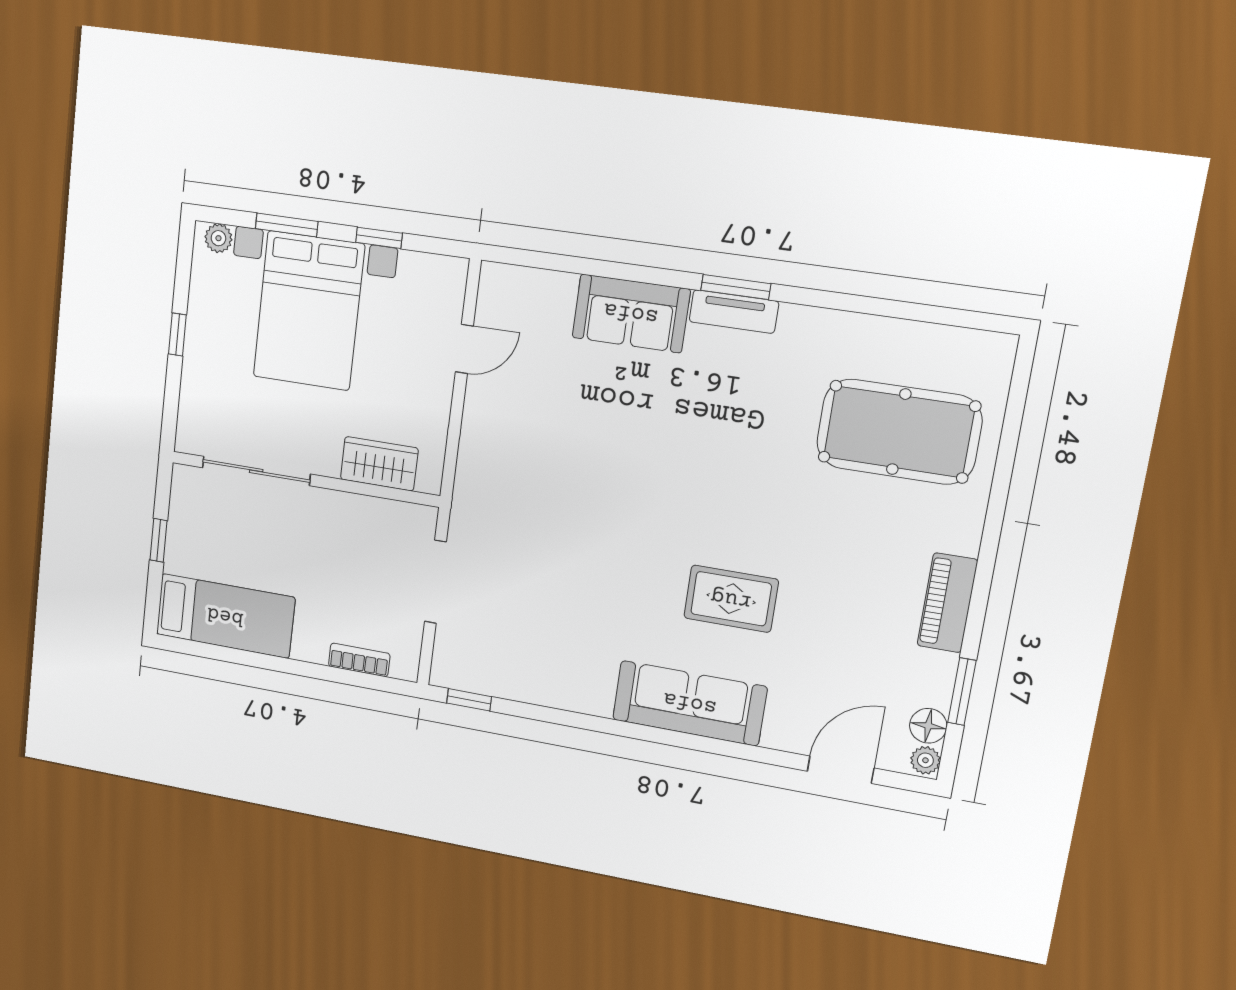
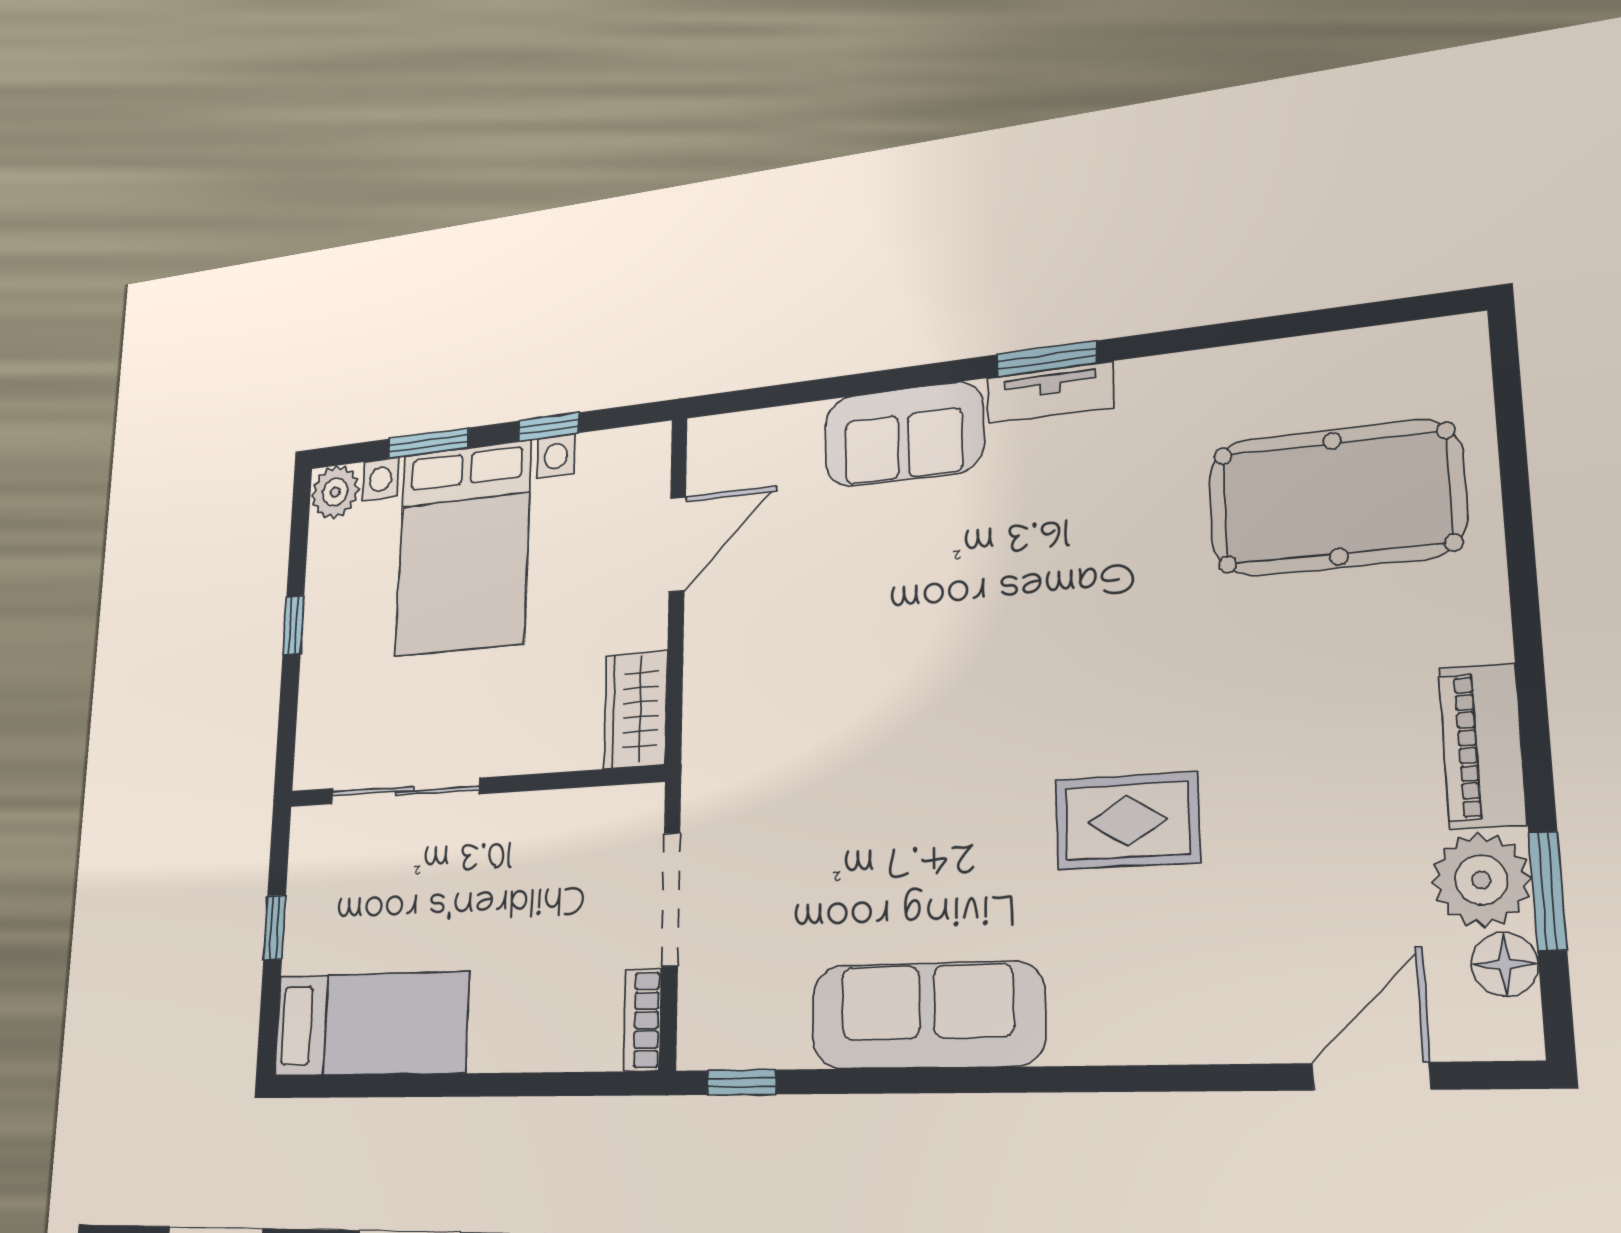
plant: (218, 238) -> (335, 492), width x1.38, depth x1.38
door: (464, 349) -> (677, 544), width x1.38
wardrobe: (379, 464) -> (636, 710), moved, turned -90
bookcase: (359, 660) -> (642, 1020), moved, turned -90
sofa: (690, 703) -> (927, 1015), moved
plant: (925, 760) -> (1481, 880), moved, width x1.87, depth x1.87

